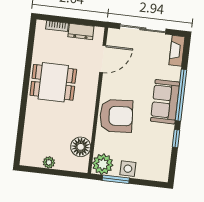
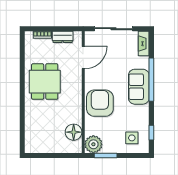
dining table: (53, 82) -> (45, 82), turned 90
armchair: (116, 116) -> (100, 103), turned -86
window: (176, 139) -> (151, 133), moved
plant: (49, 162) -> (49, 148), removed
side table: (128, 169) -> (132, 138), moved

